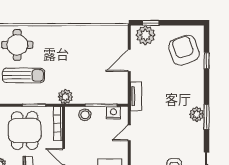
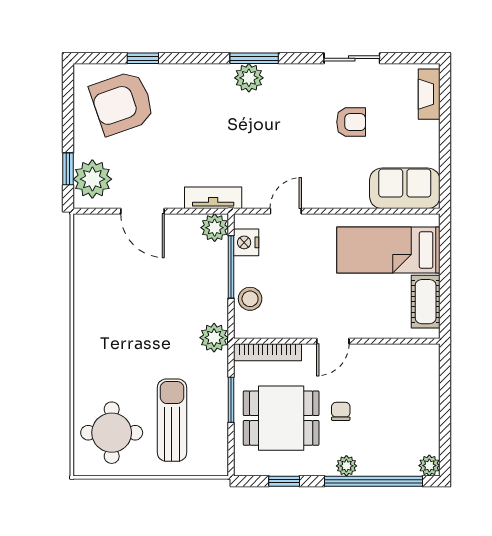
plant: (121, 97) -> (215, 228), added
door: (129, 133) -> (286, 211), swing flipped

